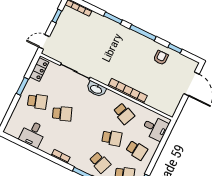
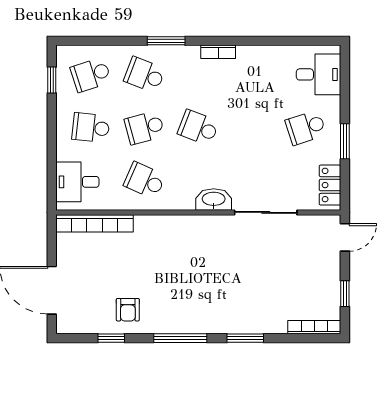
bookcase: (128, 91) -> (94, 223), moved
school desk: (62, 114) -> (198, 128), moved, turned 42
desk: (33, 134) -> (319, 74), moved, turned 90

